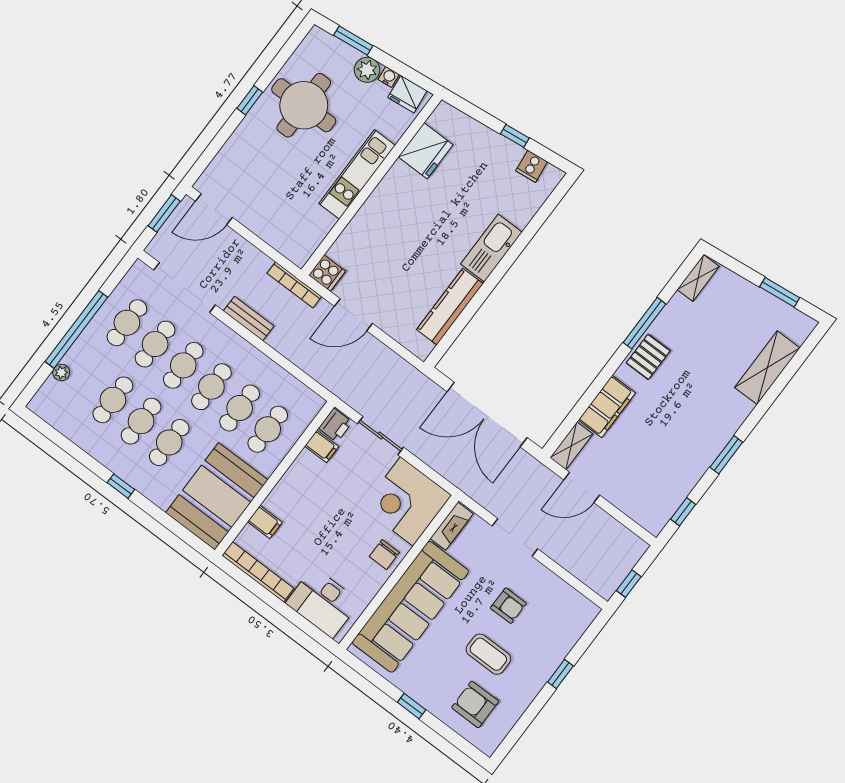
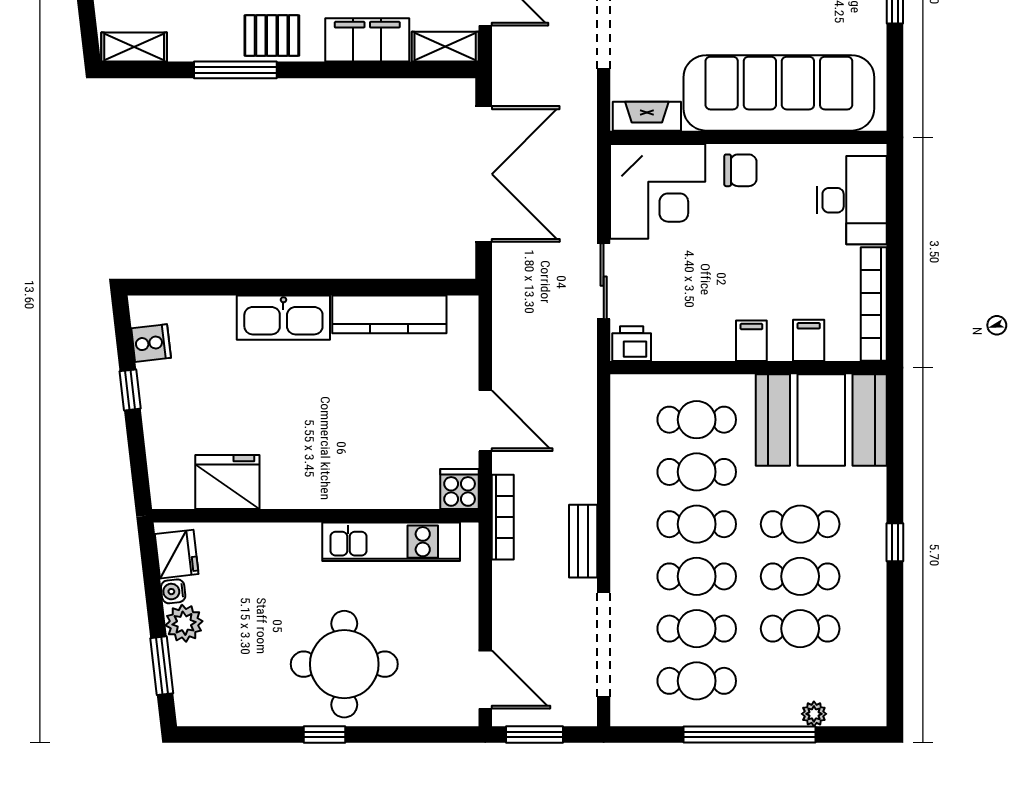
round table: (304, 105) -> (344, 664), moved
kitchen unit: (357, 174) -> (391, 542), moved
filing cabinet: (322, 446) -> (751, 341), moved

